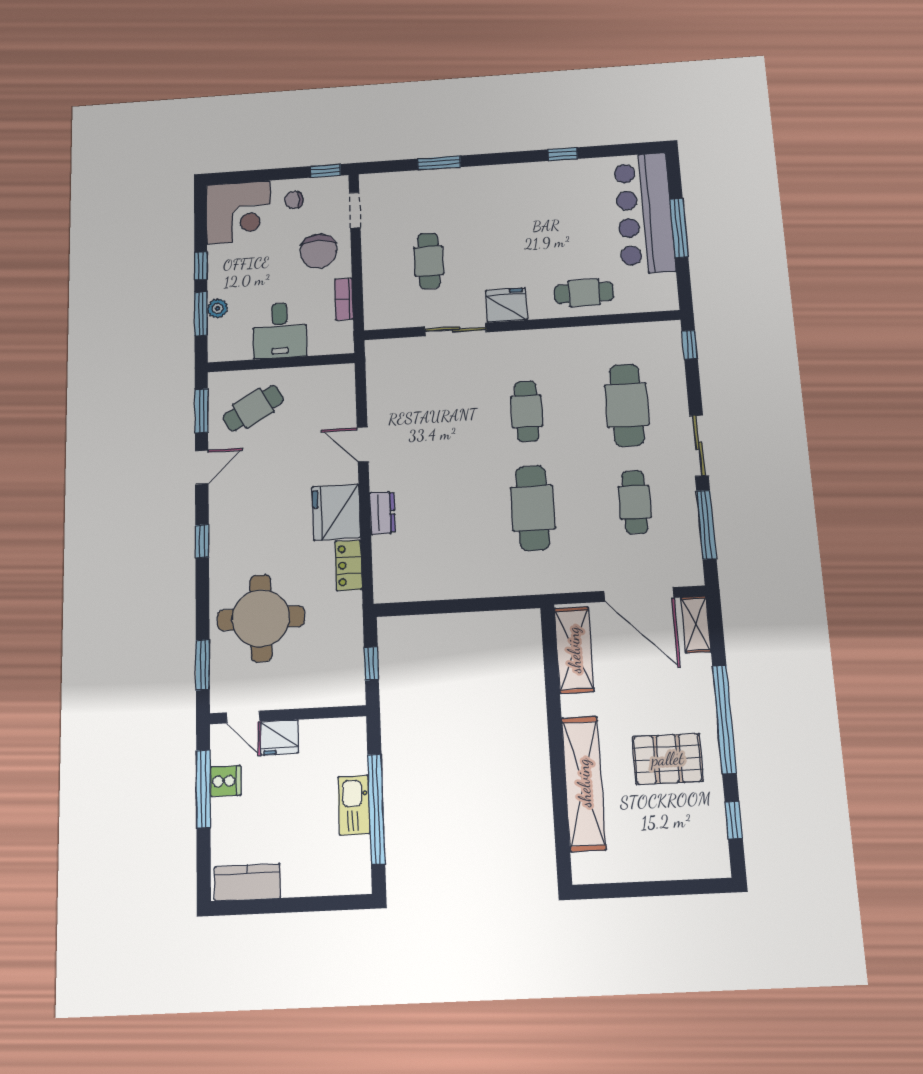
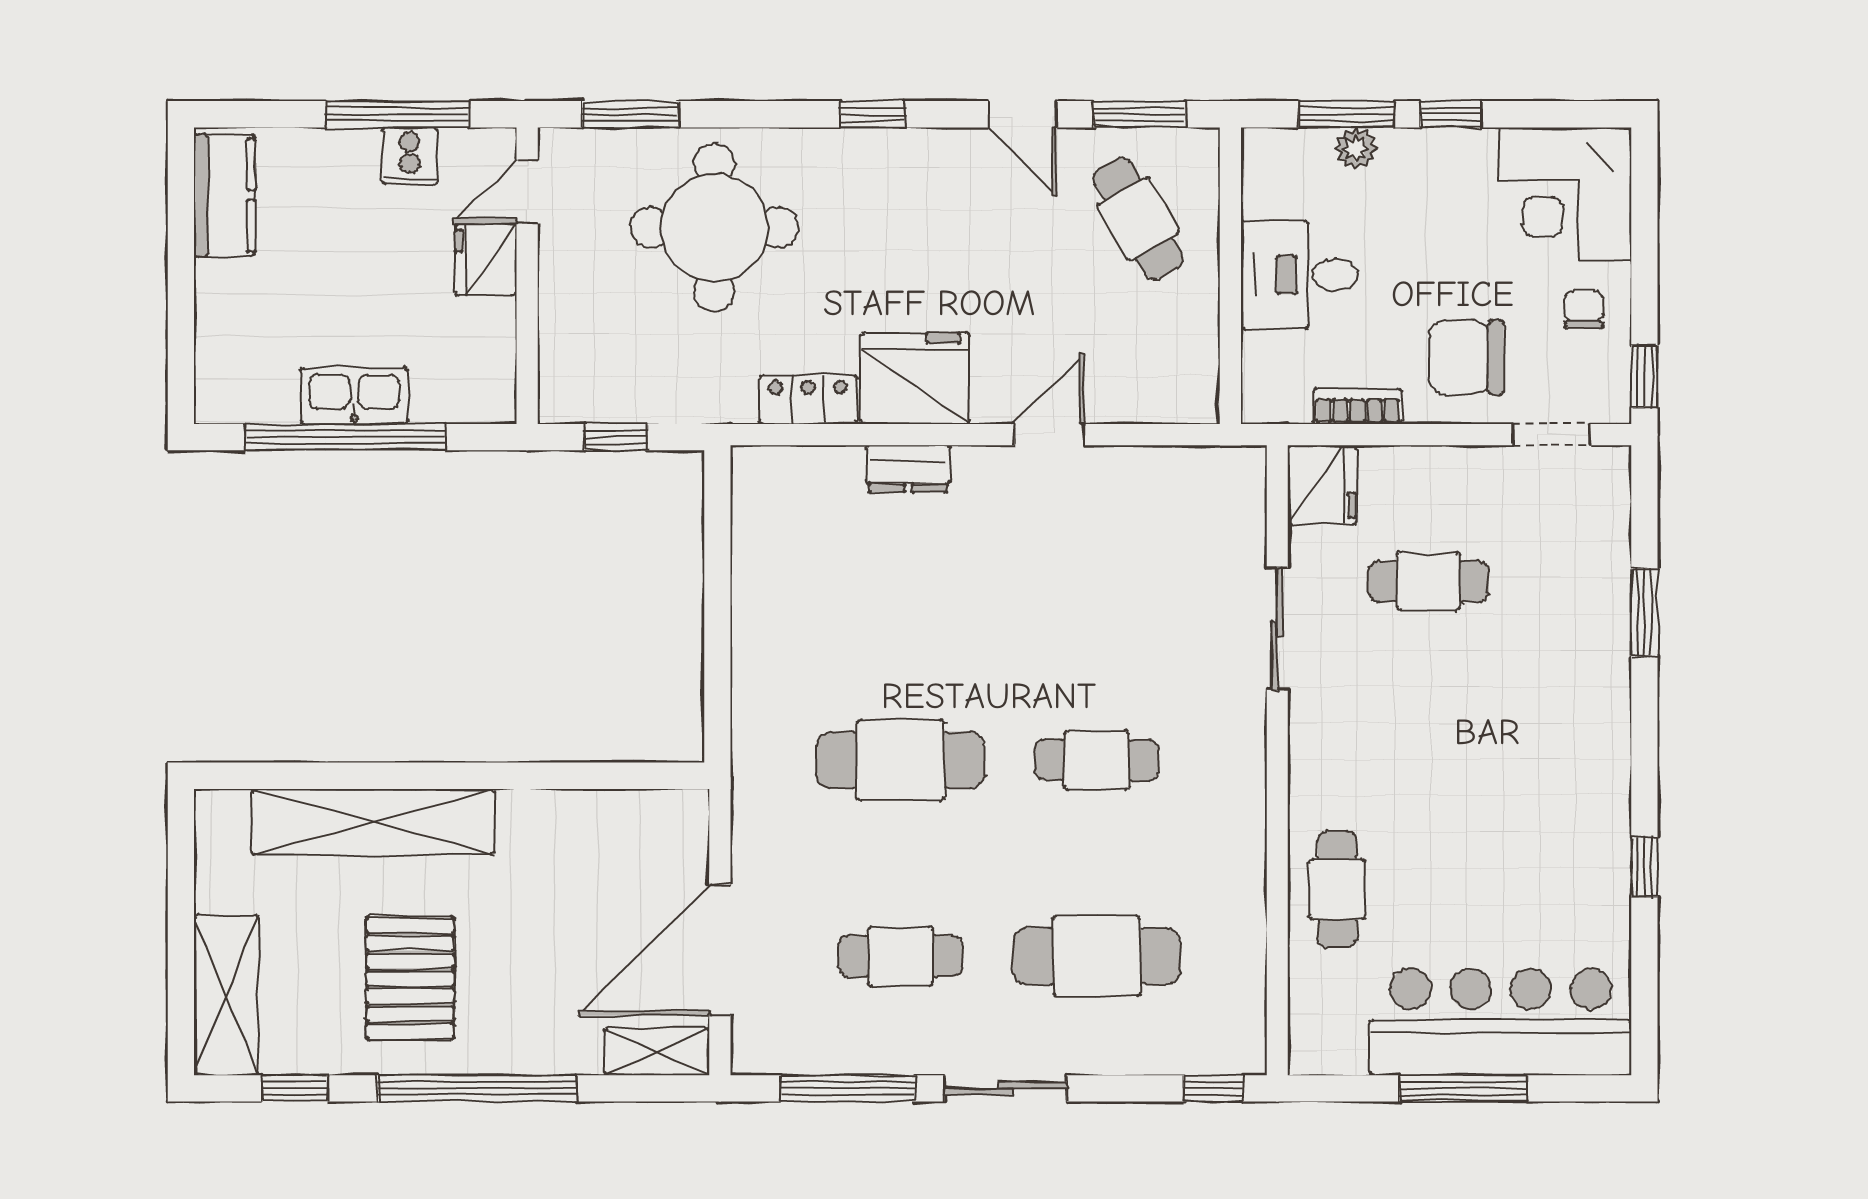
fridge: (506, 305) -> (1322, 485), moved
shelving: (574, 650) -> (226, 995), moved, turned 90

